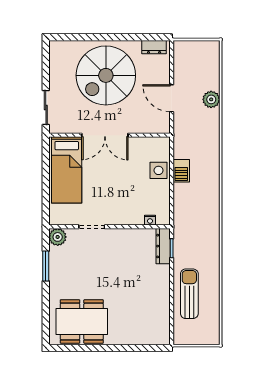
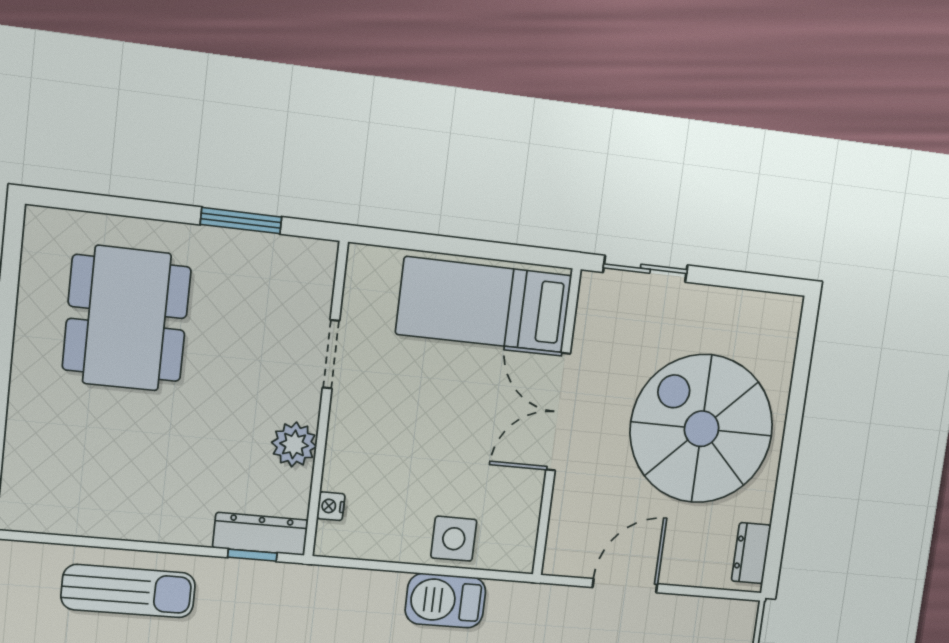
barbecue: (181, 171) -> (445, 601), width x1.38, depth x1.27
plant: (58, 237) -> (294, 444), moved
dining table: (82, 321) -> (127, 318), moved

